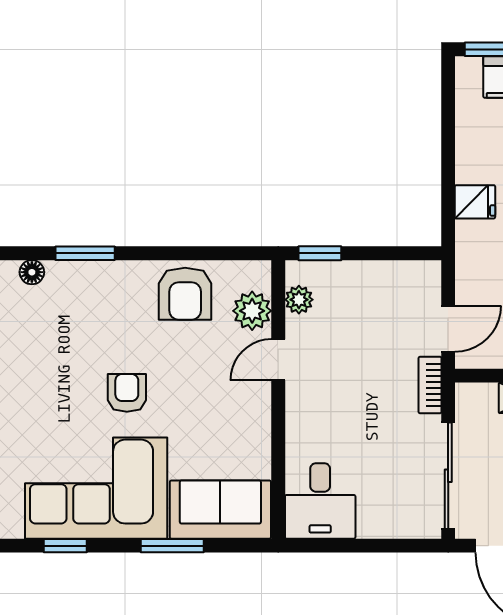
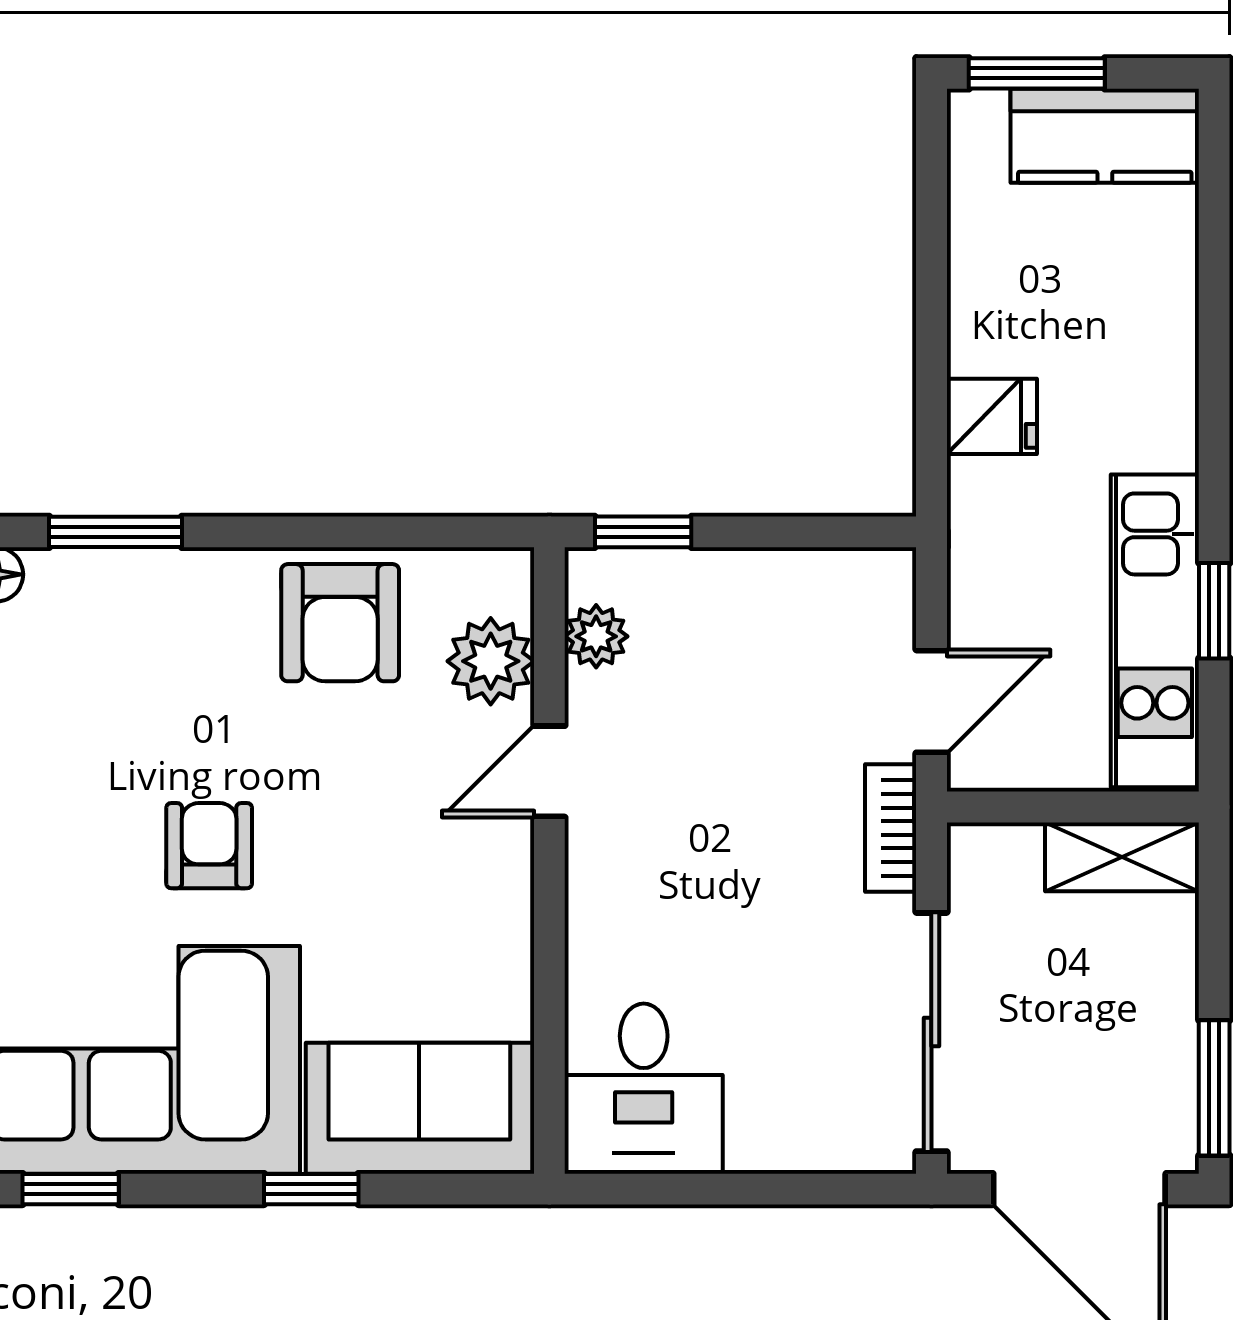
window: (172, 546) -> (311, 1189), width x0.67

